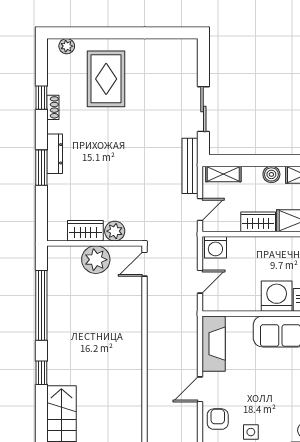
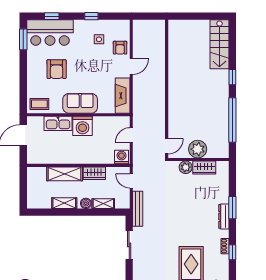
shelving: (223, 174) -> (103, 204), moved
door: (200, 210) -> (131, 181), hinge flipped

